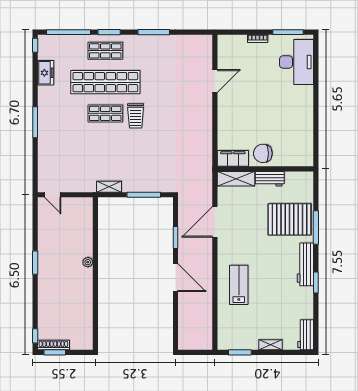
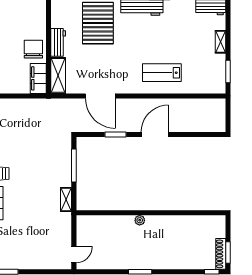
chair: (263, 153) -> (33, 49), turned 180

